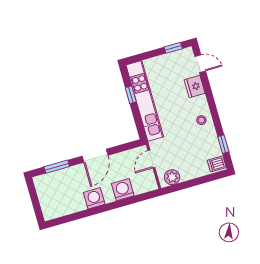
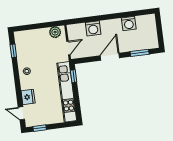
window: (131, 95) -> (74, 76), moved
dishwasher: (217, 164) -> (20, 37), removed
washing machine: (94, 198) -> (129, 23), moved

